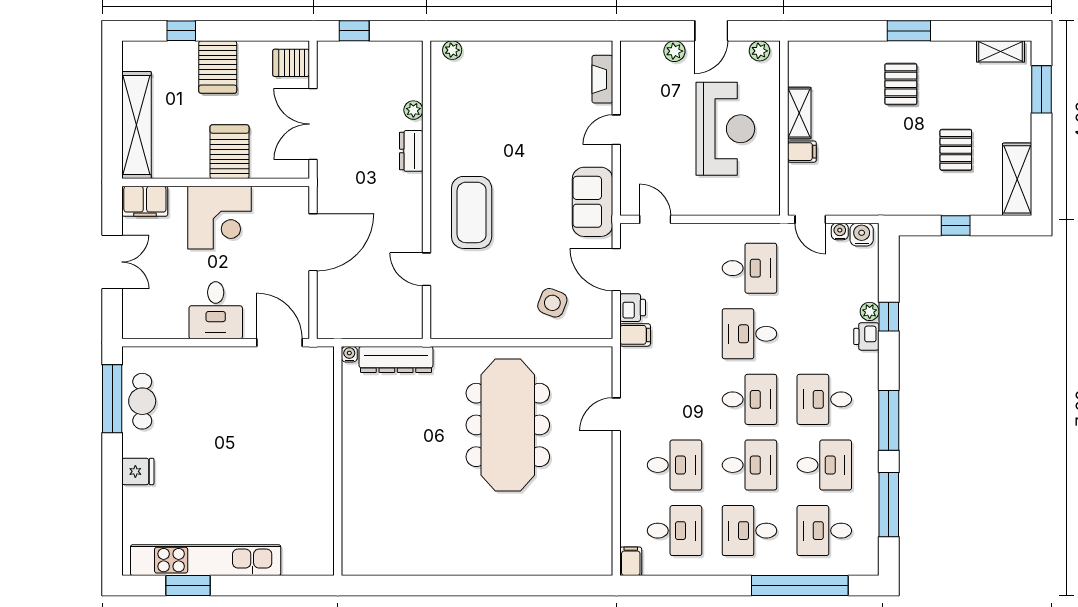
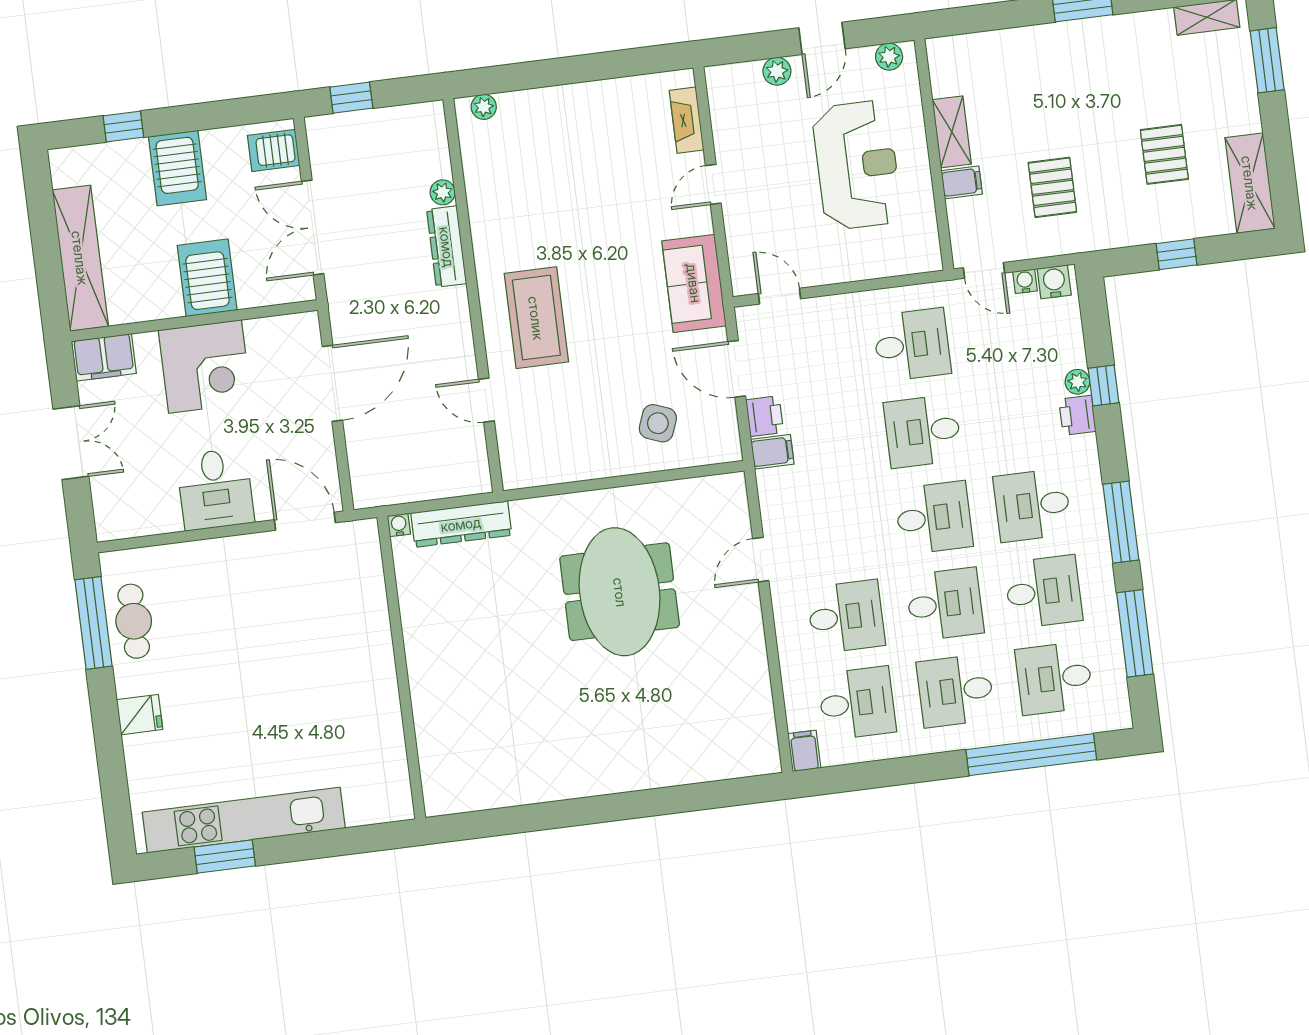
pallet: (901, 84) -> (1052, 187), moved
dresser: (411, 151) -> (447, 247), width x1.44
meeting table: (508, 425) -> (620, 592), width x0.73

